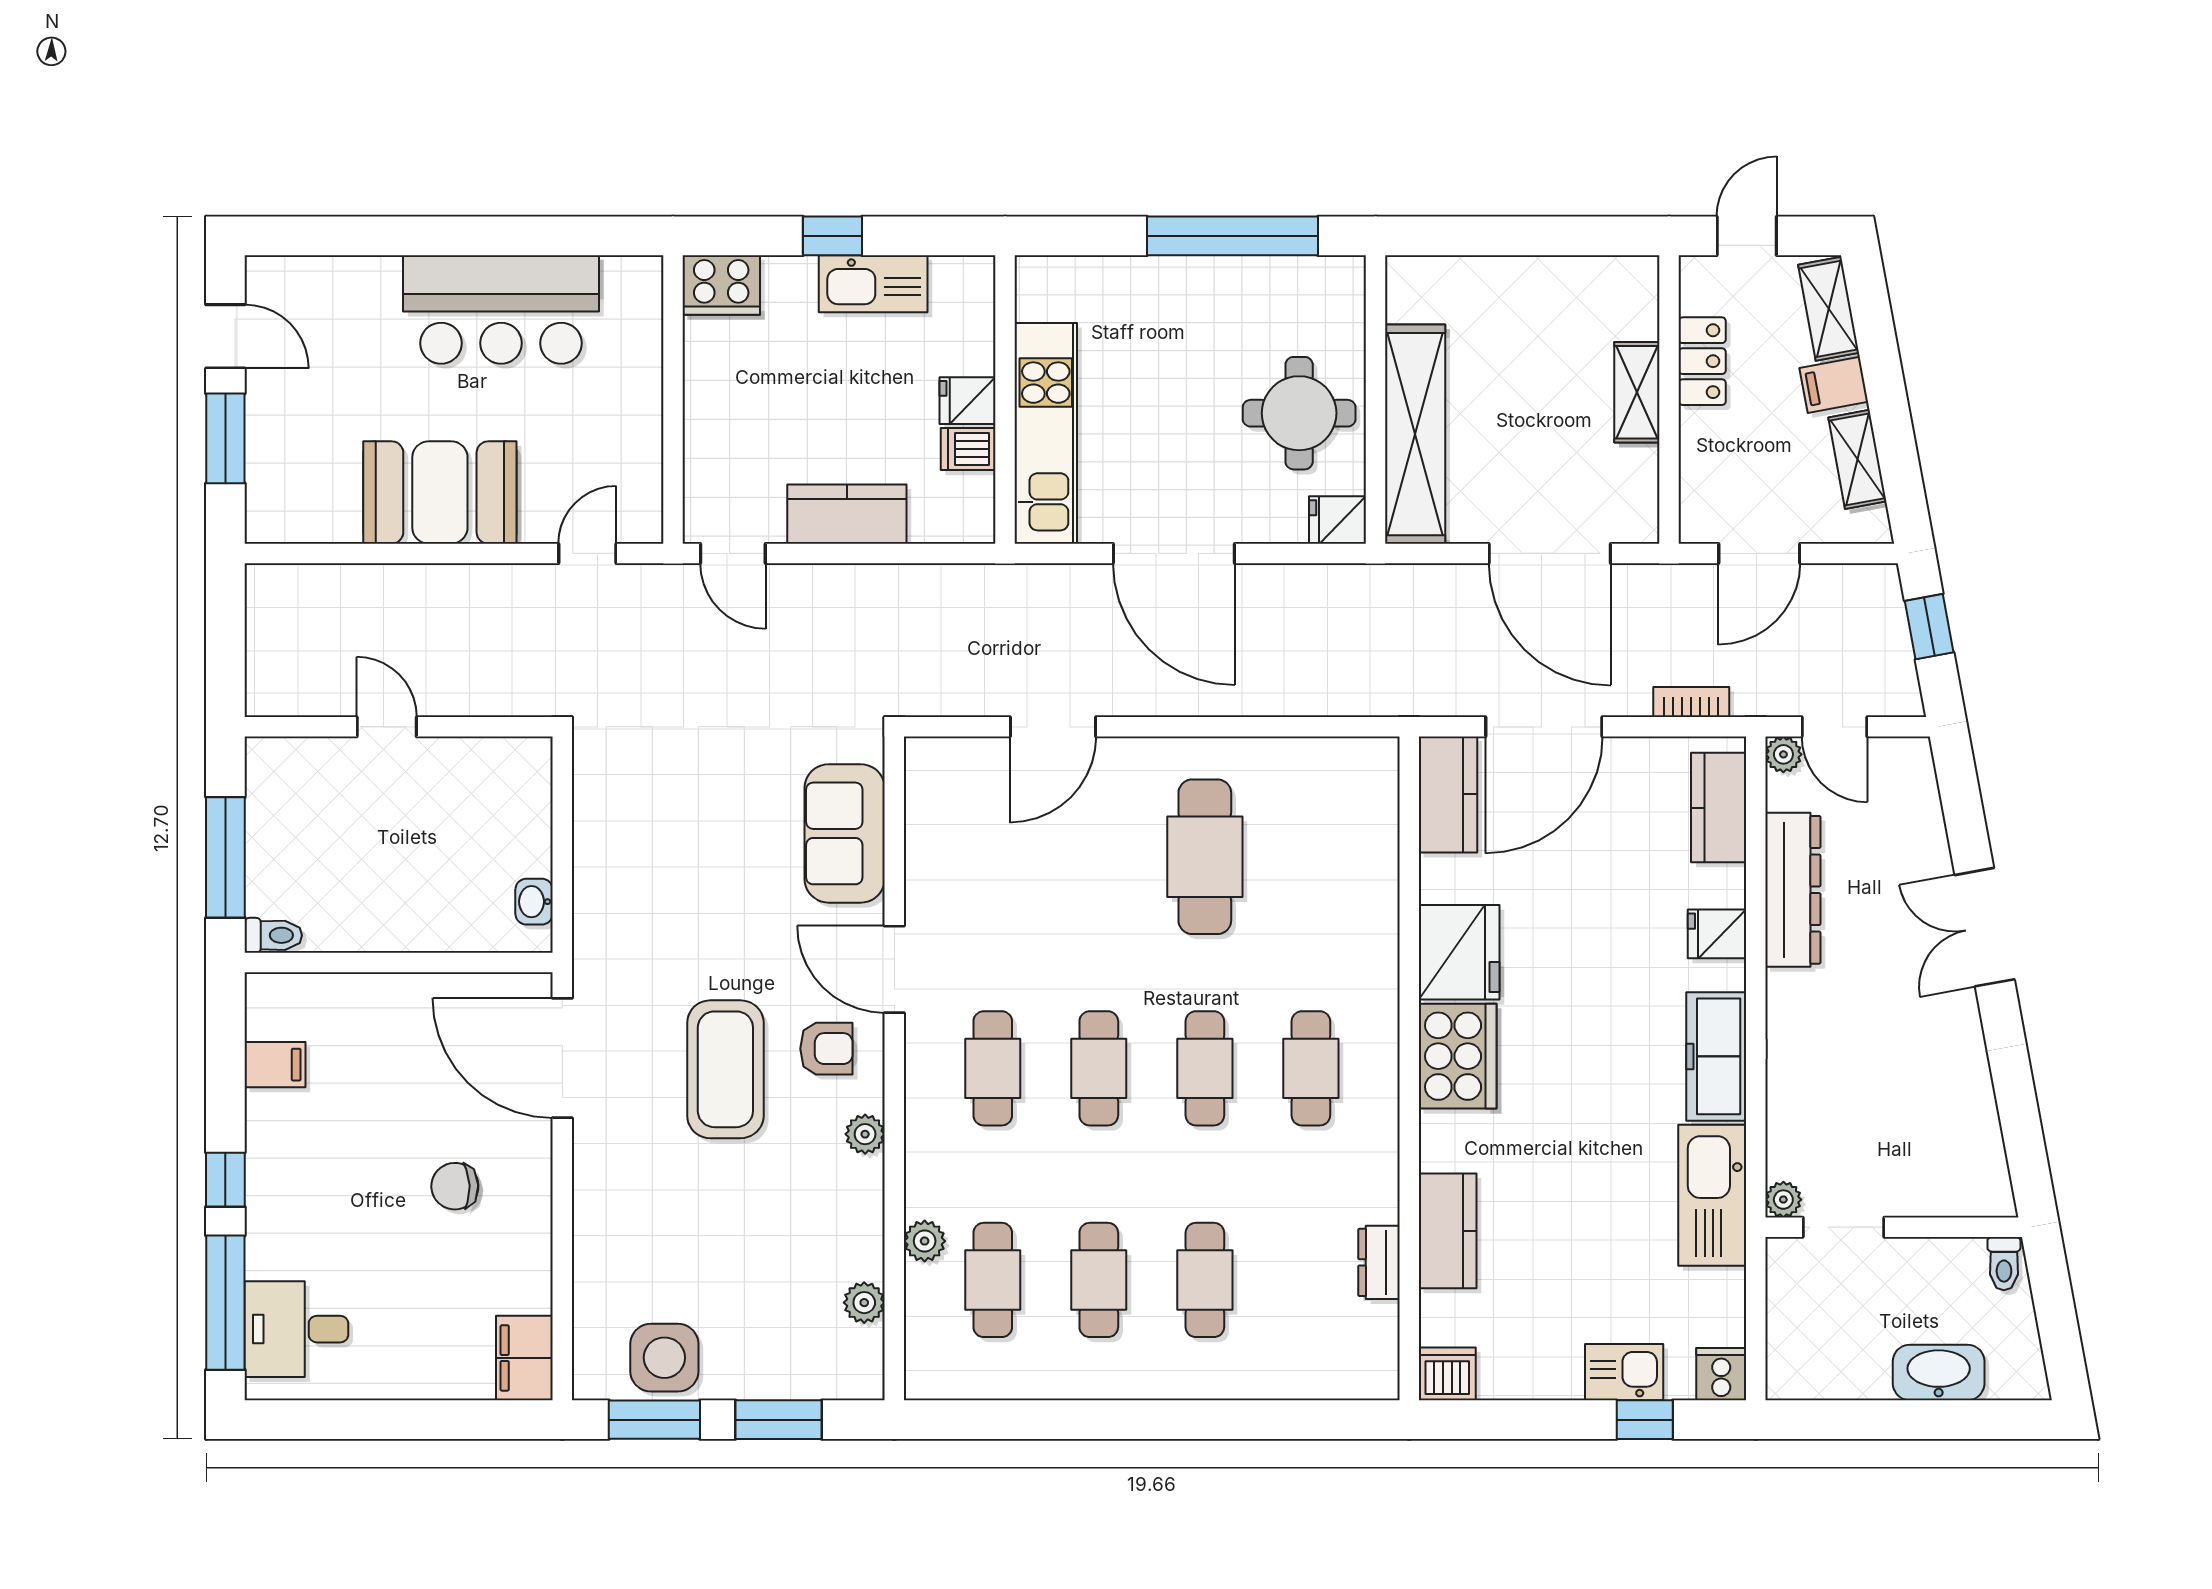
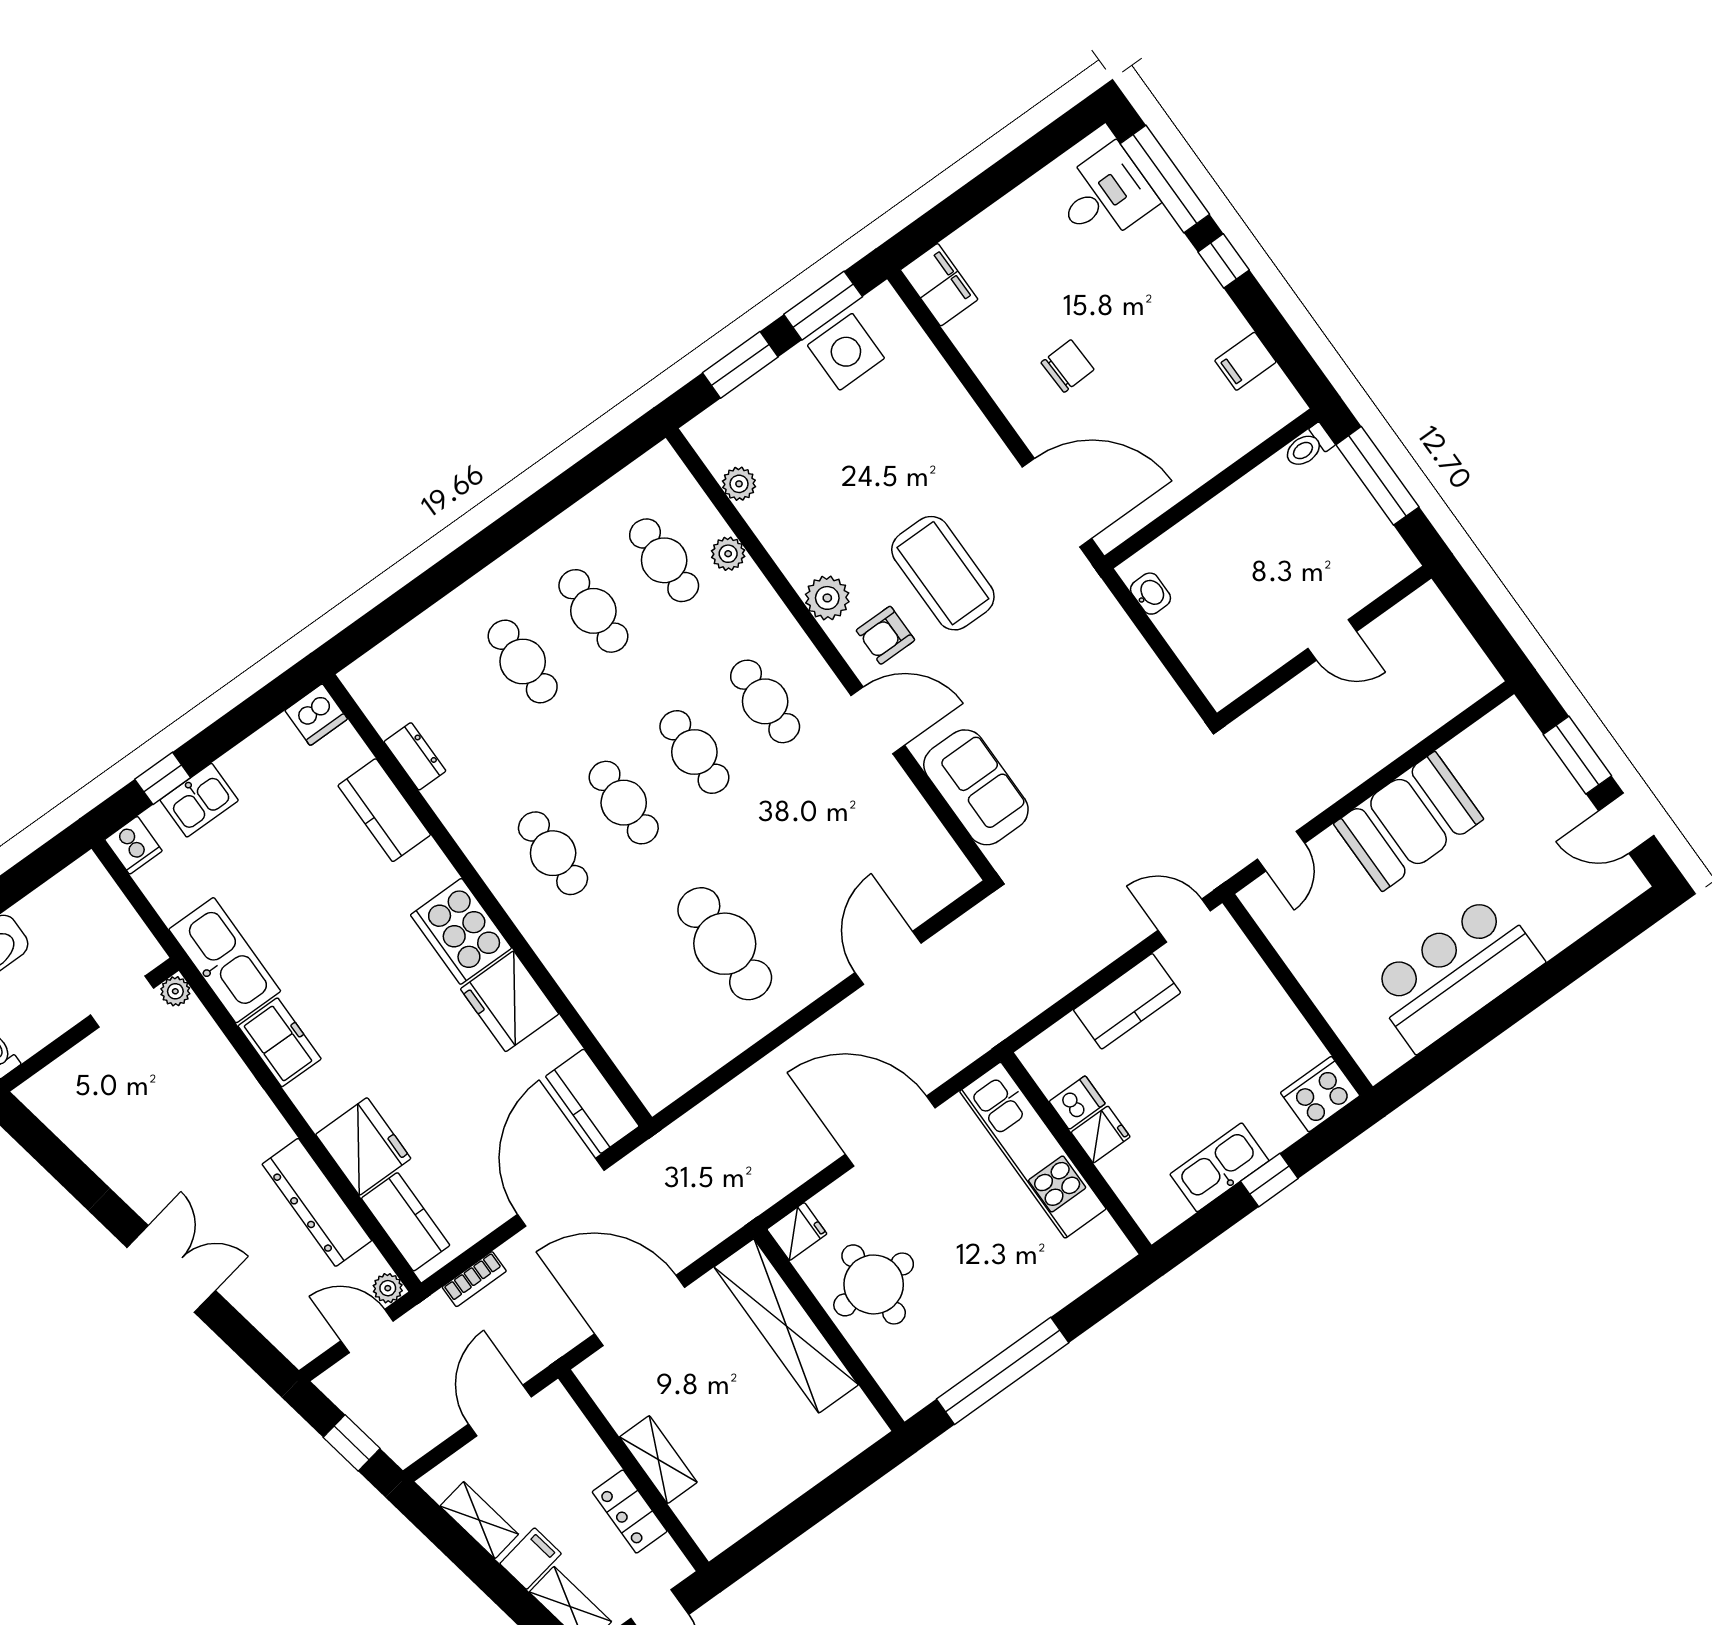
fridge: (1717, 934) -> (363, 1146), width x1.88, depth x1.34
freezer: (1716, 1056) -> (280, 1042), width x0.71
plant: (865, 1134) -> (827, 598), width x1.38, depth x1.38

